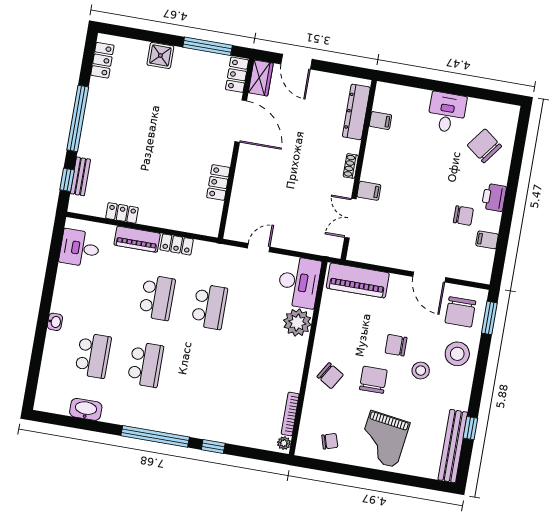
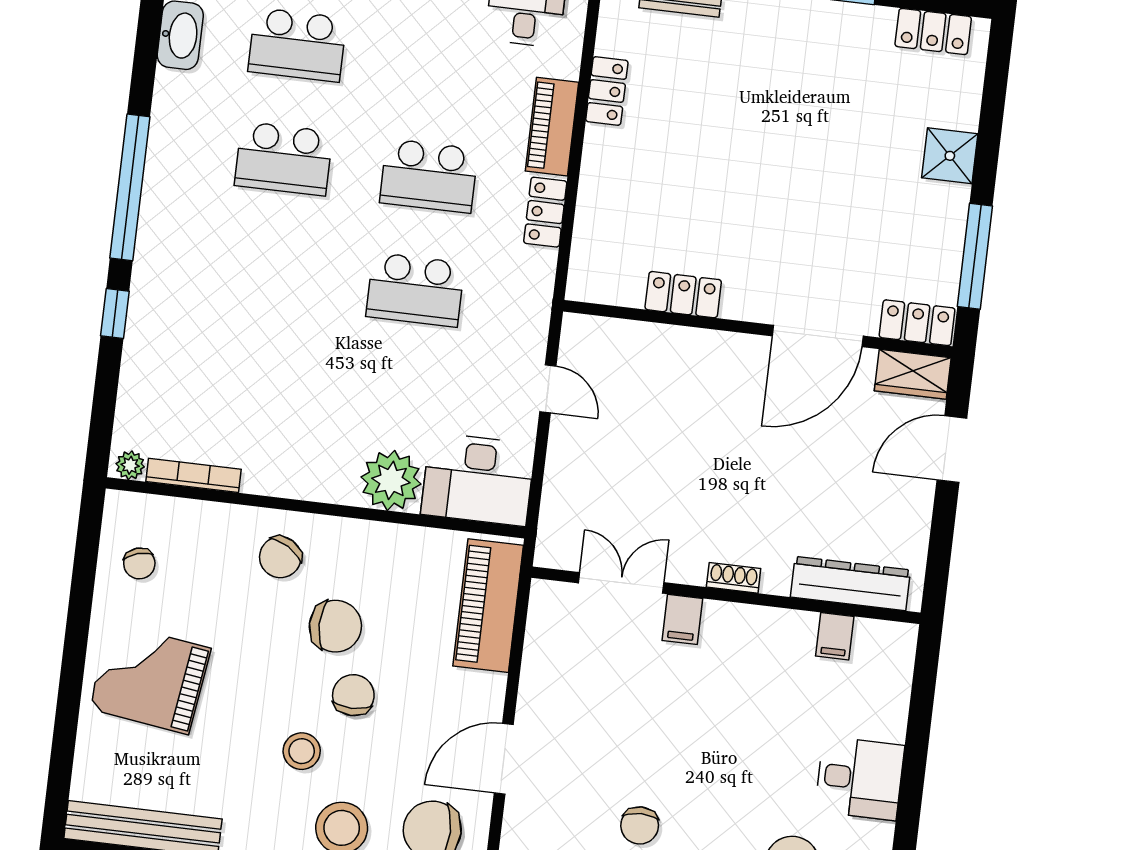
chair: (373, 380) -> (335, 626), moved

